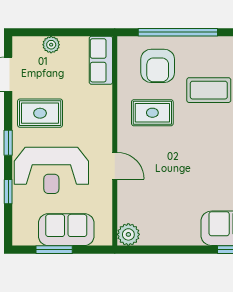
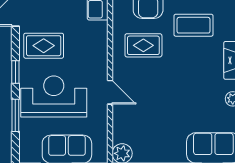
reception desk: (51, 170) -> (54, 96), turned 180
window: (8, 192) -> (15, 115), width x1.50

